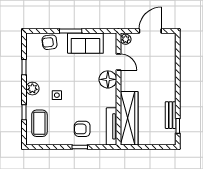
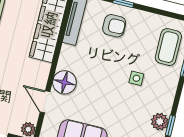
plant: (32, 89) -> (160, 122), moved

